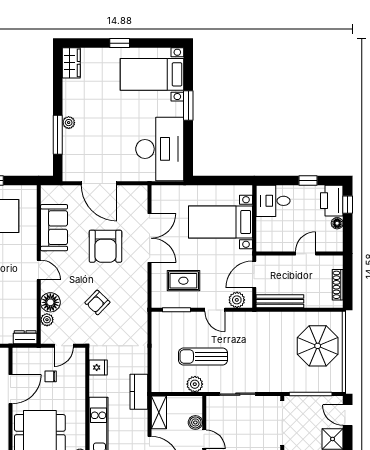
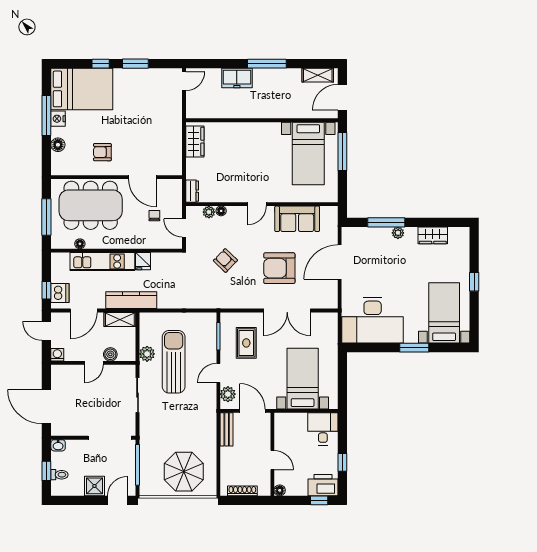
wardrobe: (71, 63) -> (433, 235), moved
floor lamp: (337, 223) -> (280, 490), moved
bench: (280, 301) -> (227, 429), width x0.73
floor lamp: (50, 302) -> (221, 211), width x0.53, depth x0.53
sun lounger: (203, 356) -> (174, 362), width x1.36, depth x1.34
fridge: (98, 367) -> (143, 261), moved
kitchen counter: (139, 392) -> (131, 300), width x1.50

